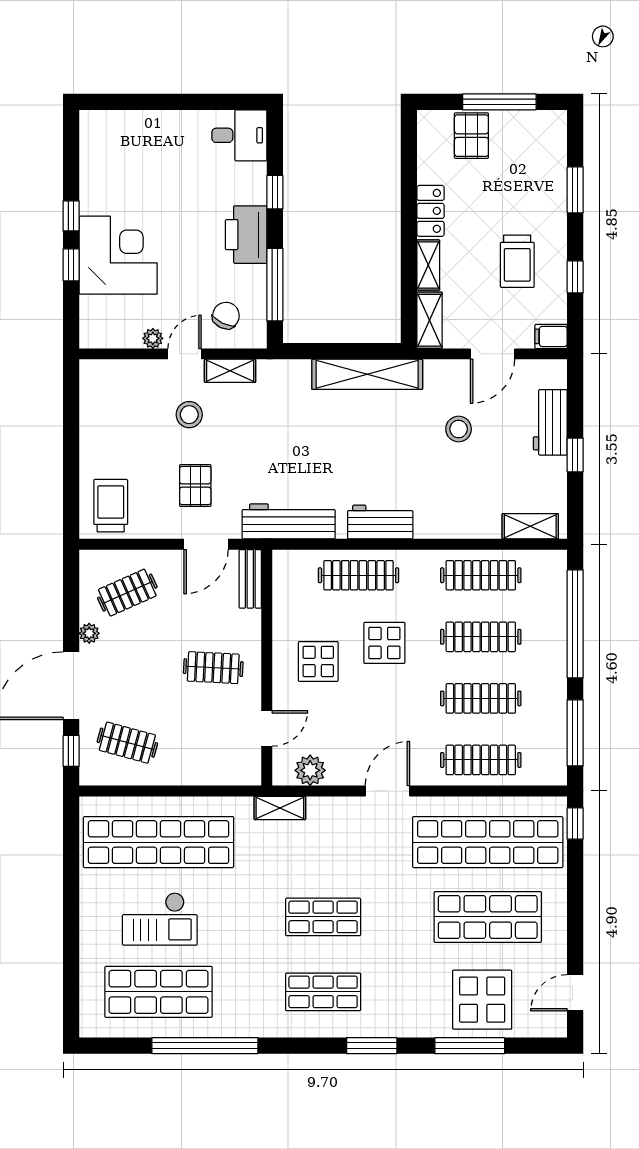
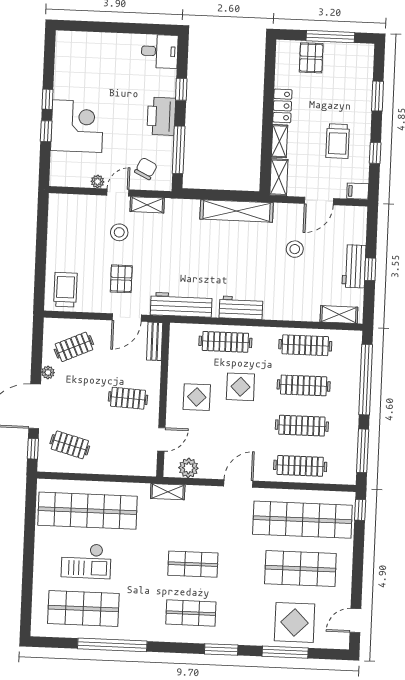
workbench: (550, 422) -> (354, 266), moved

